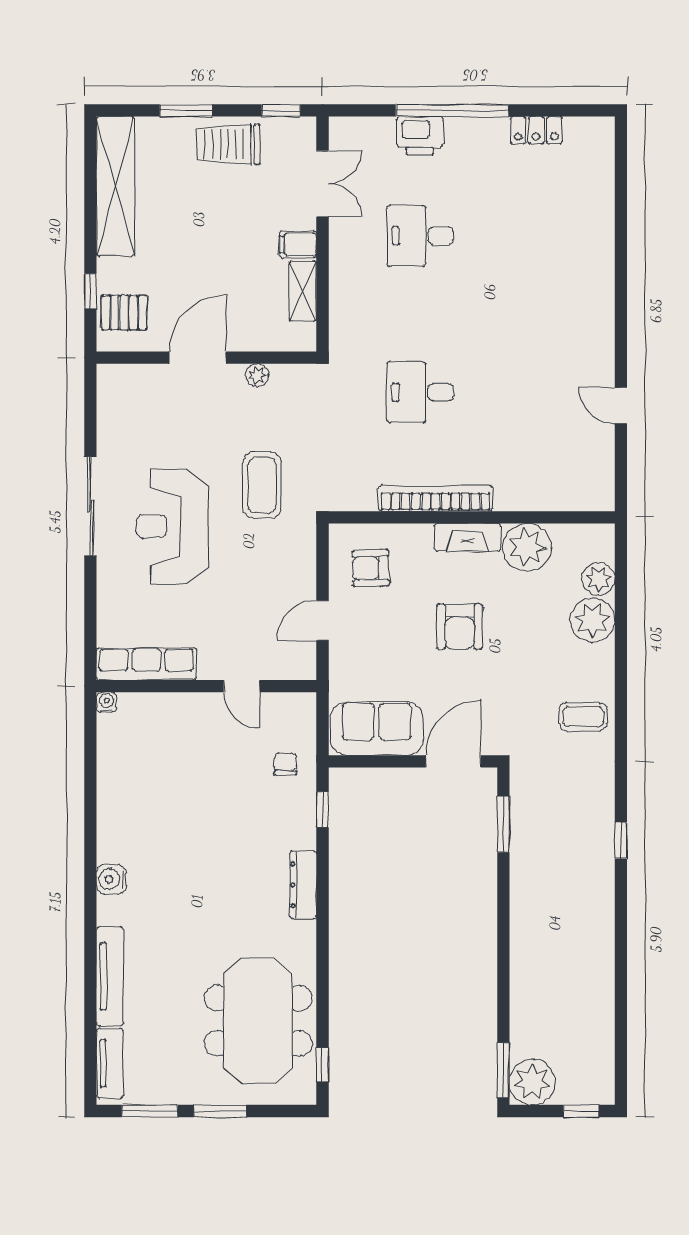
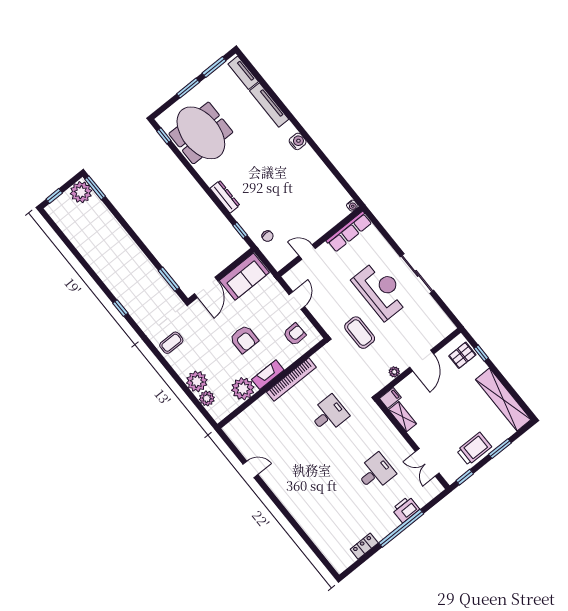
filing cabinet: (298, 245) -> (390, 398), moved
armchair: (460, 627) -> (244, 339), turned 180

